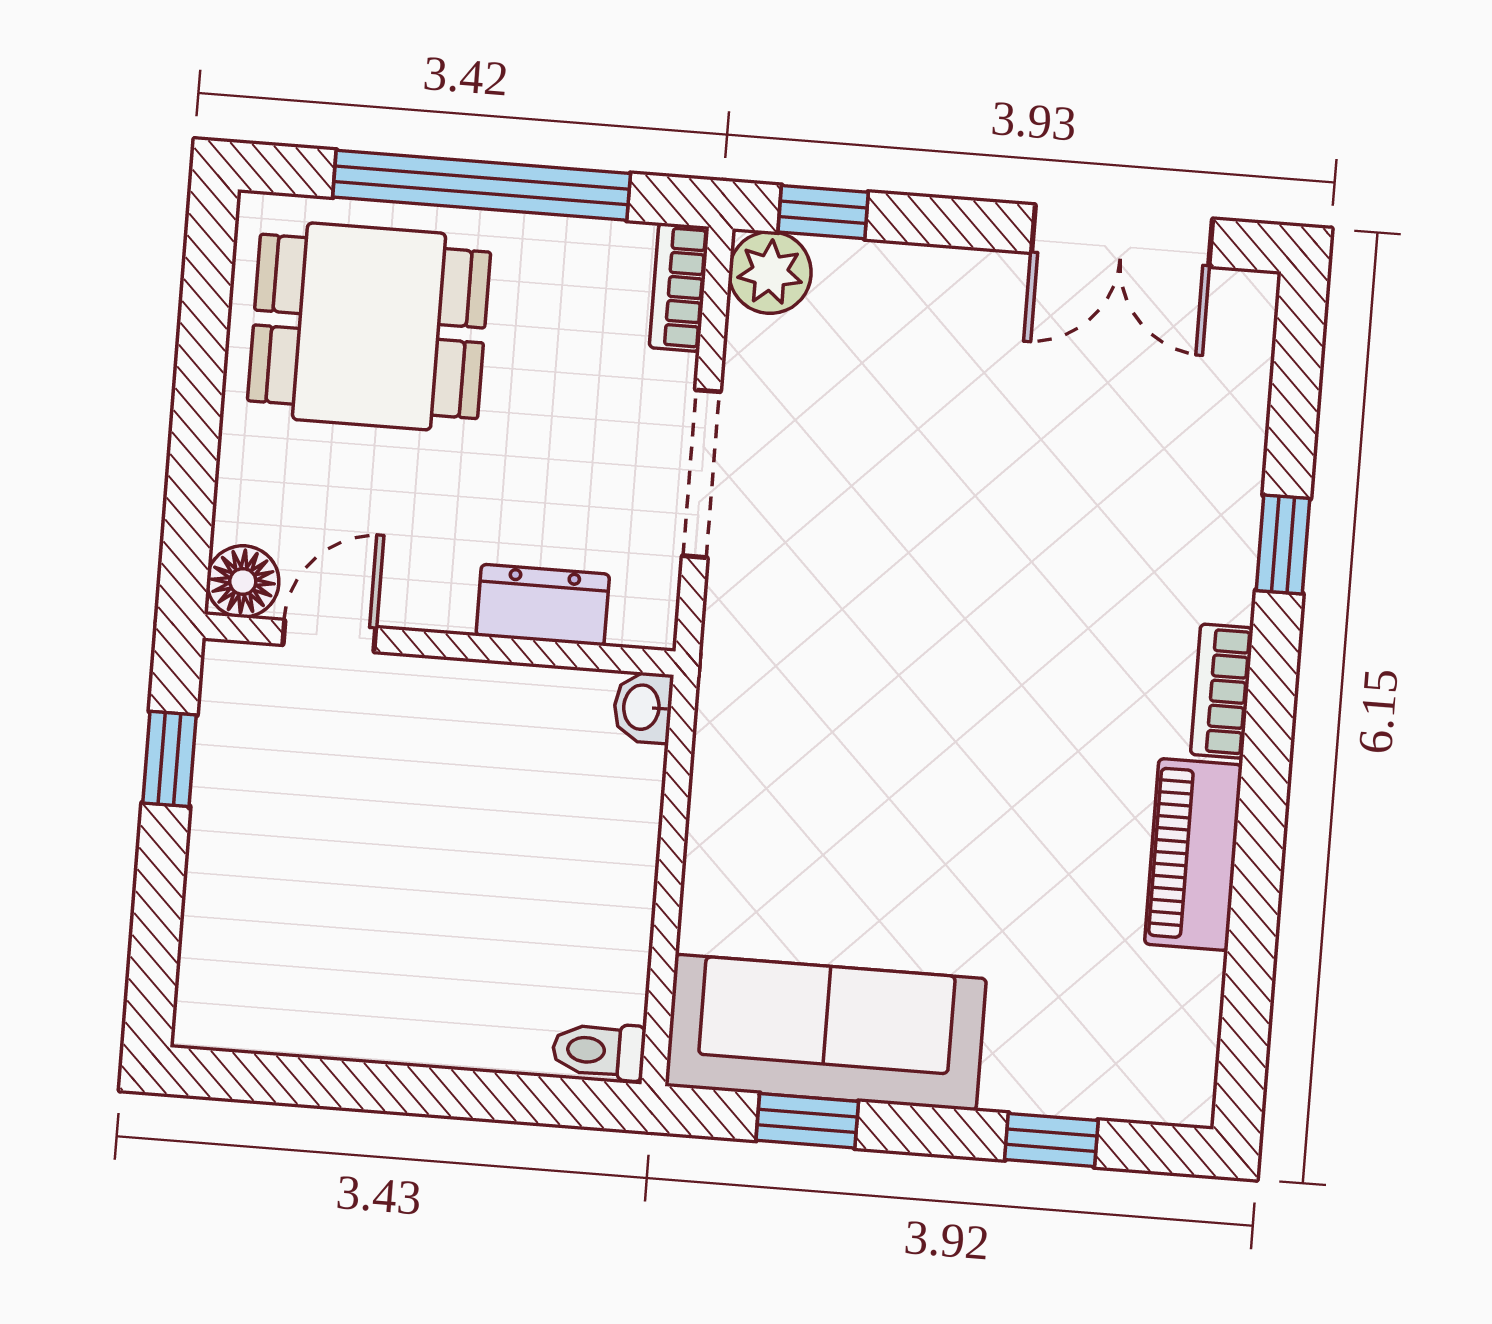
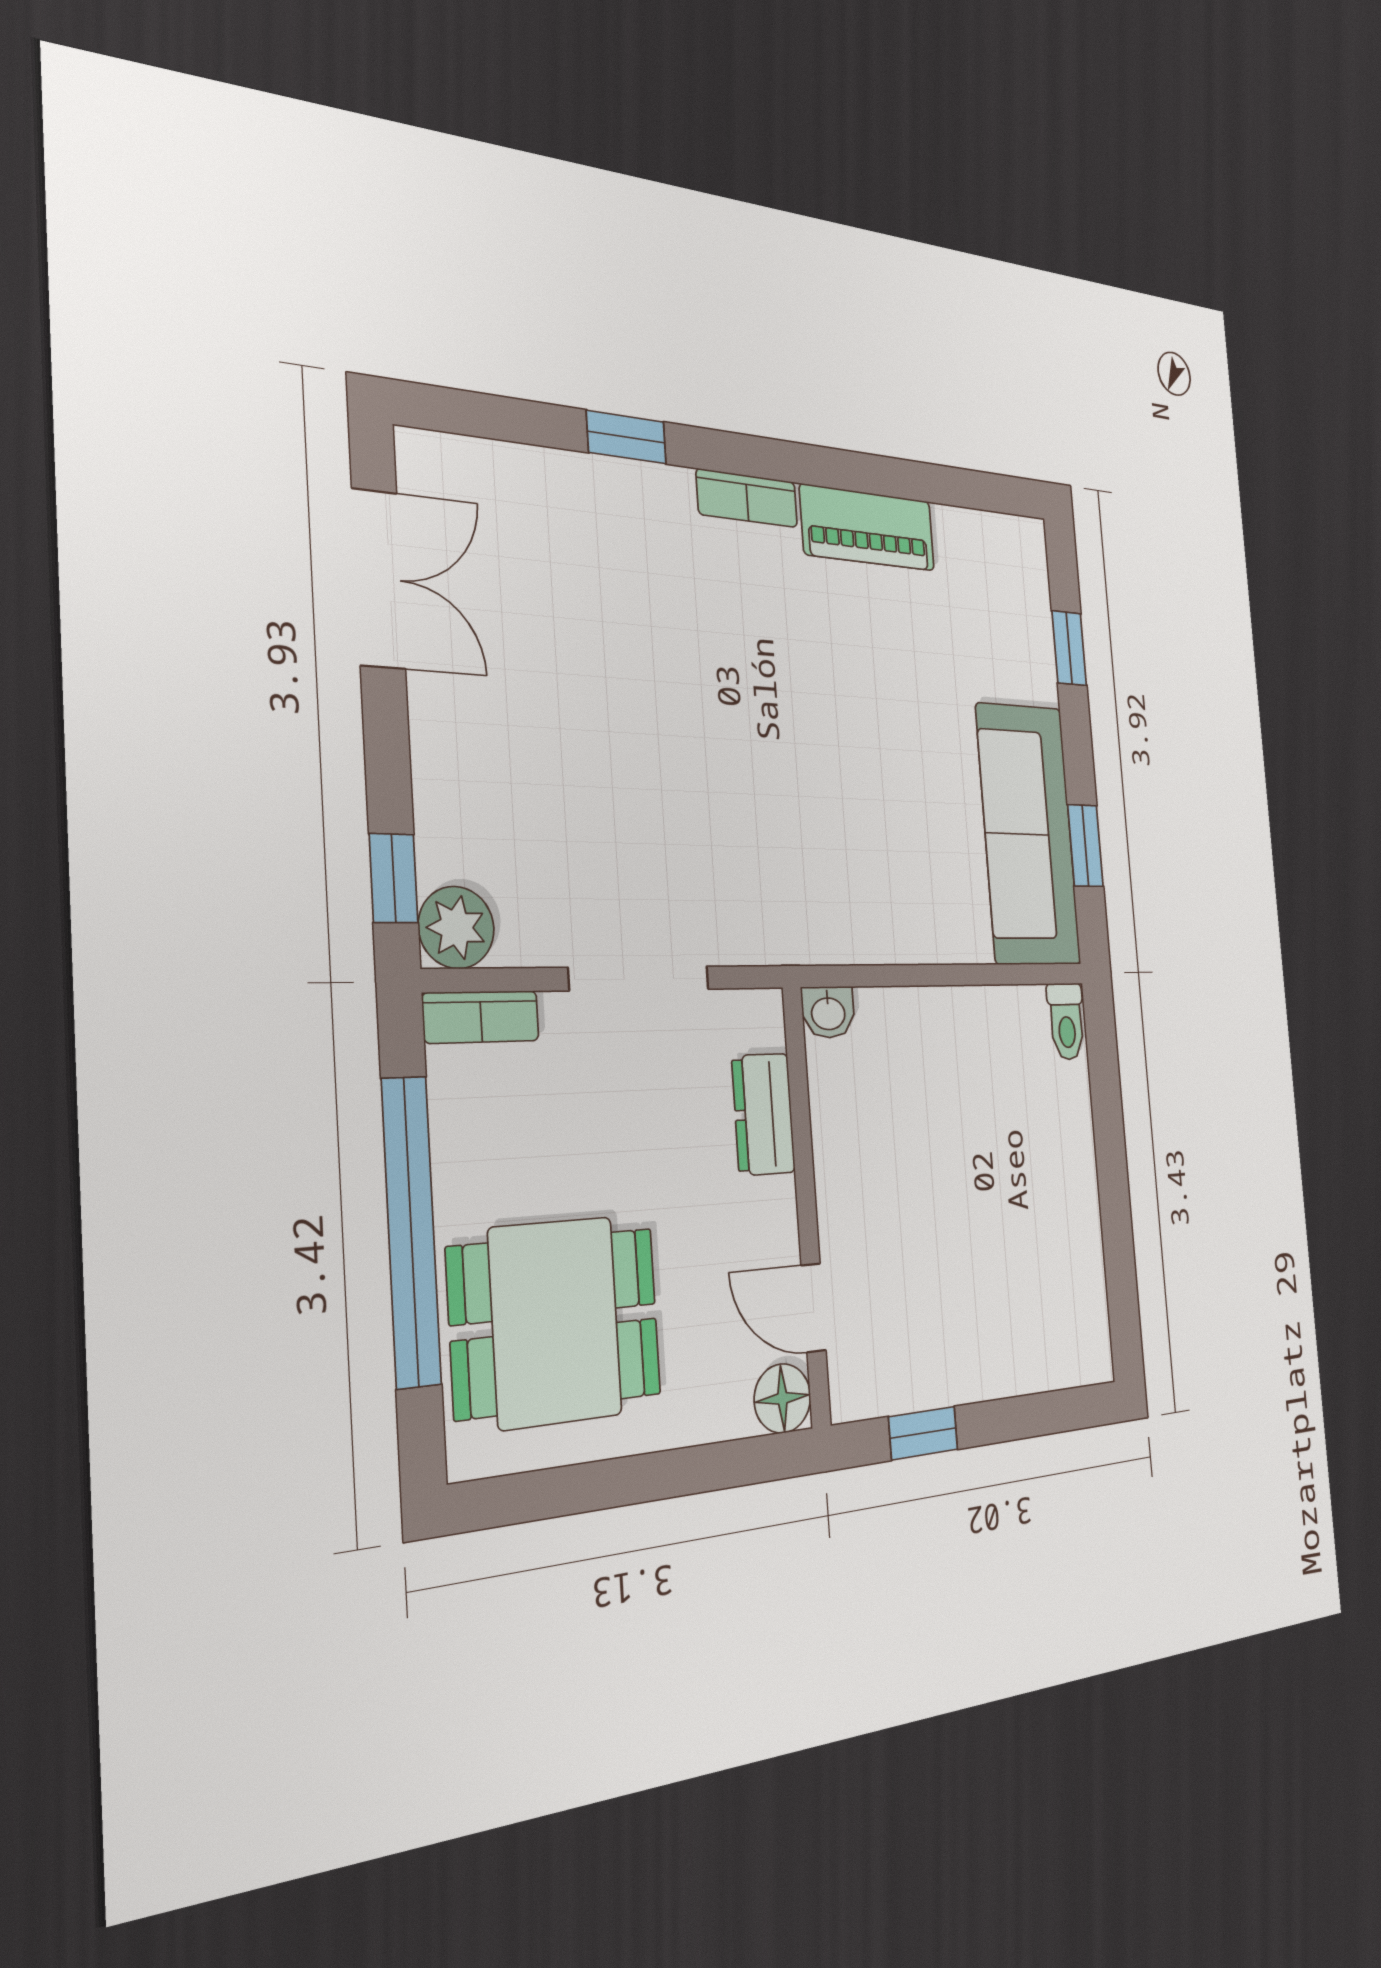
dining table: (369, 326) -> (555, 1322), turned 90

